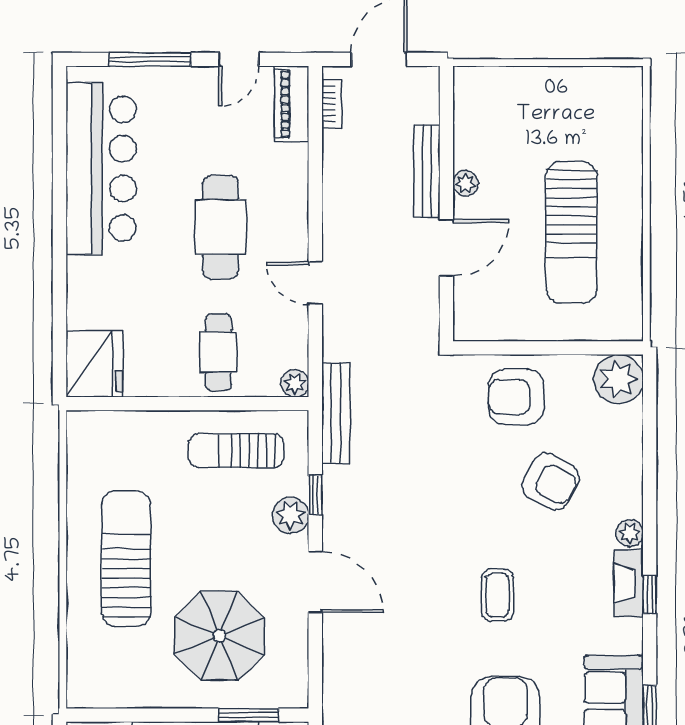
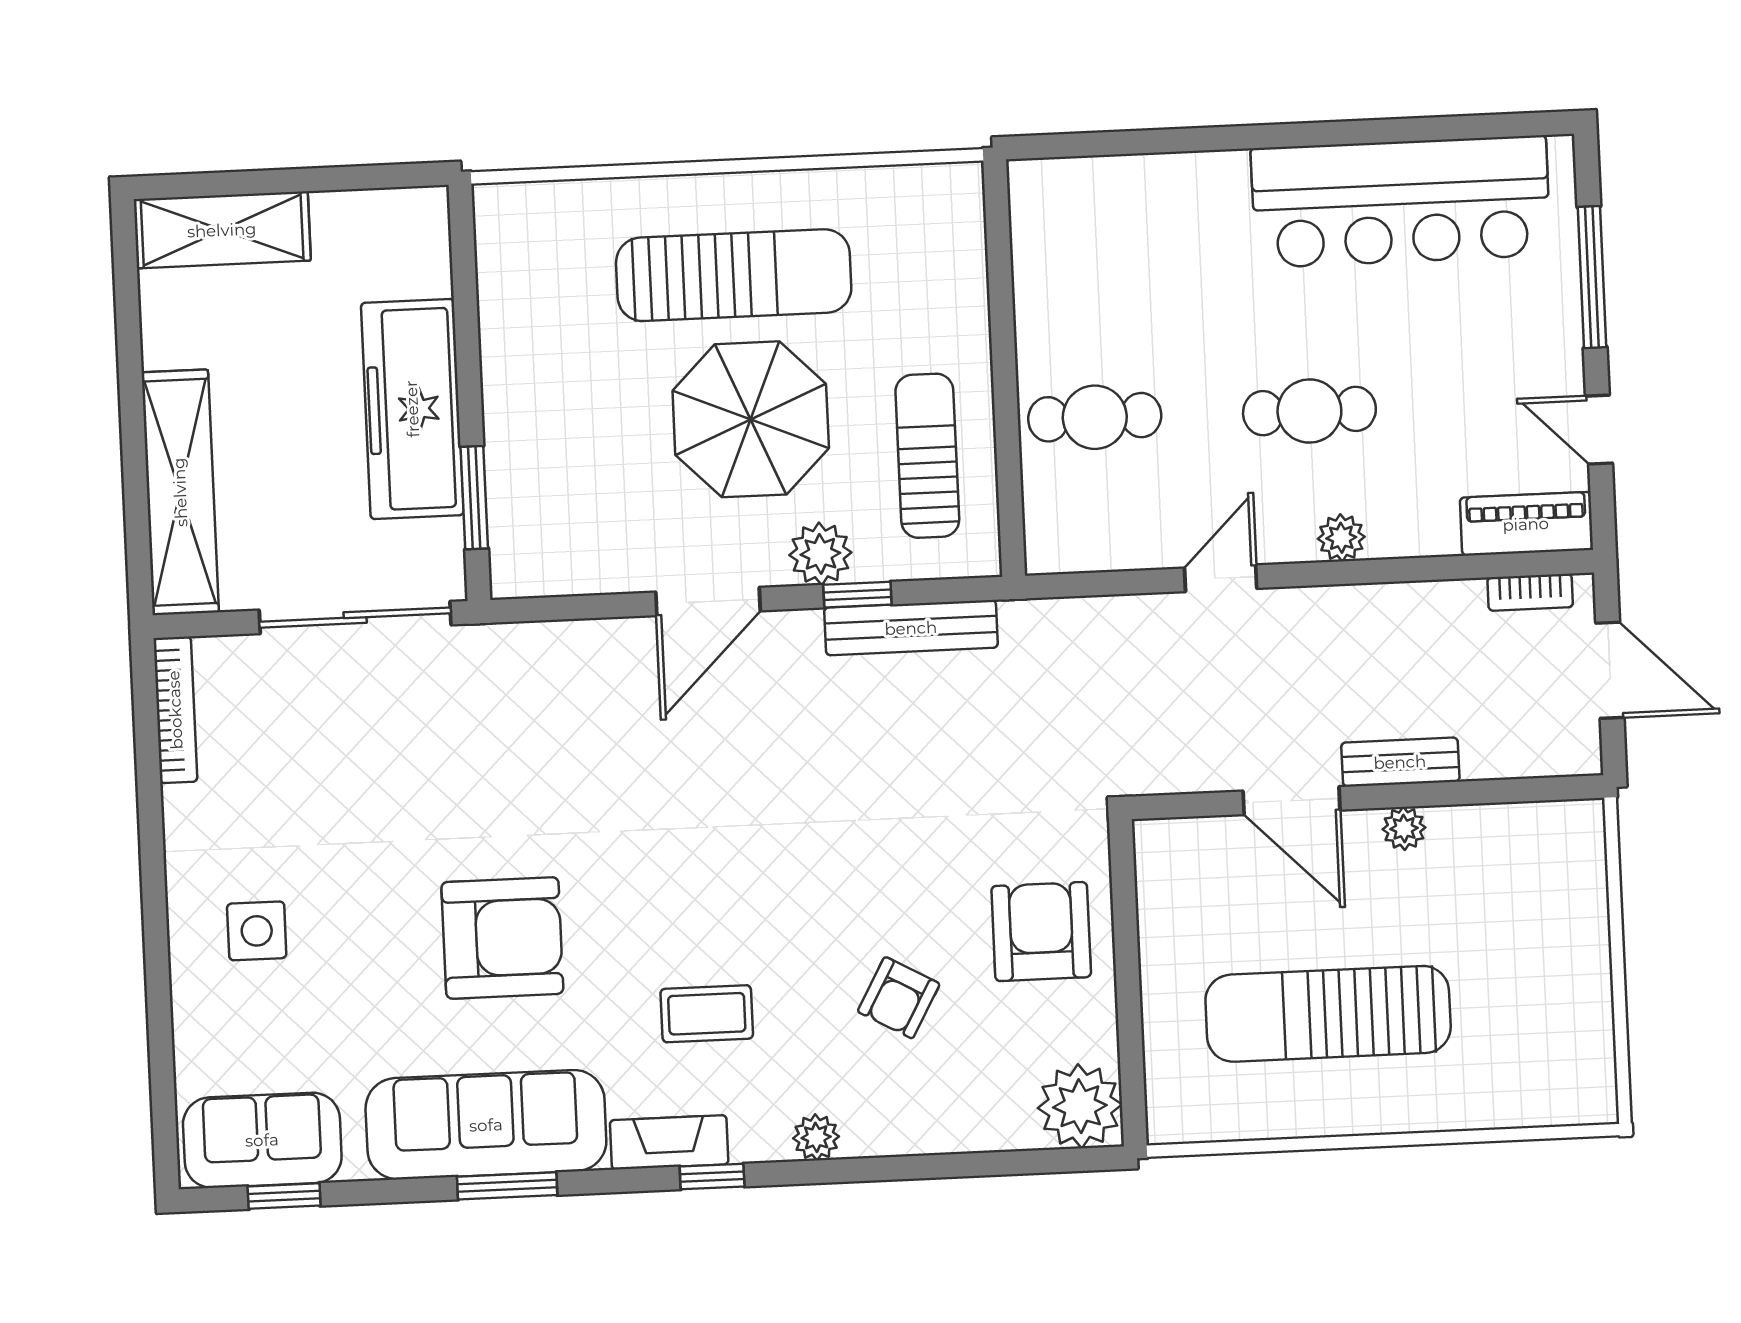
bench: (427, 171) -> (1400, 762), width x0.73
cafe table: (220, 227) -> (1309, 411), width x0.73, depth x0.74
fridge: (94, 364) -> (1065, 205), removed
plant: (295, 383) -> (1341, 538), moved
bench: (336, 413) -> (911, 628), moved
armchair: (551, 482) -> (899, 998), width x0.72, depth x0.72
fireplace: (629, 583) -> (669, 1142), moved
coffee table: (497, 595) -> (707, 1014), moved
parasol: (219, 636) -> (751, 419), moved

